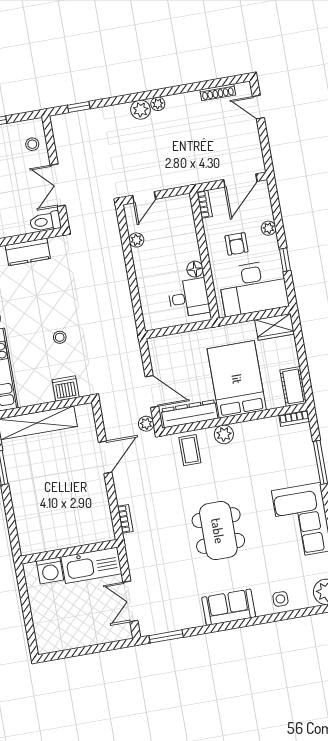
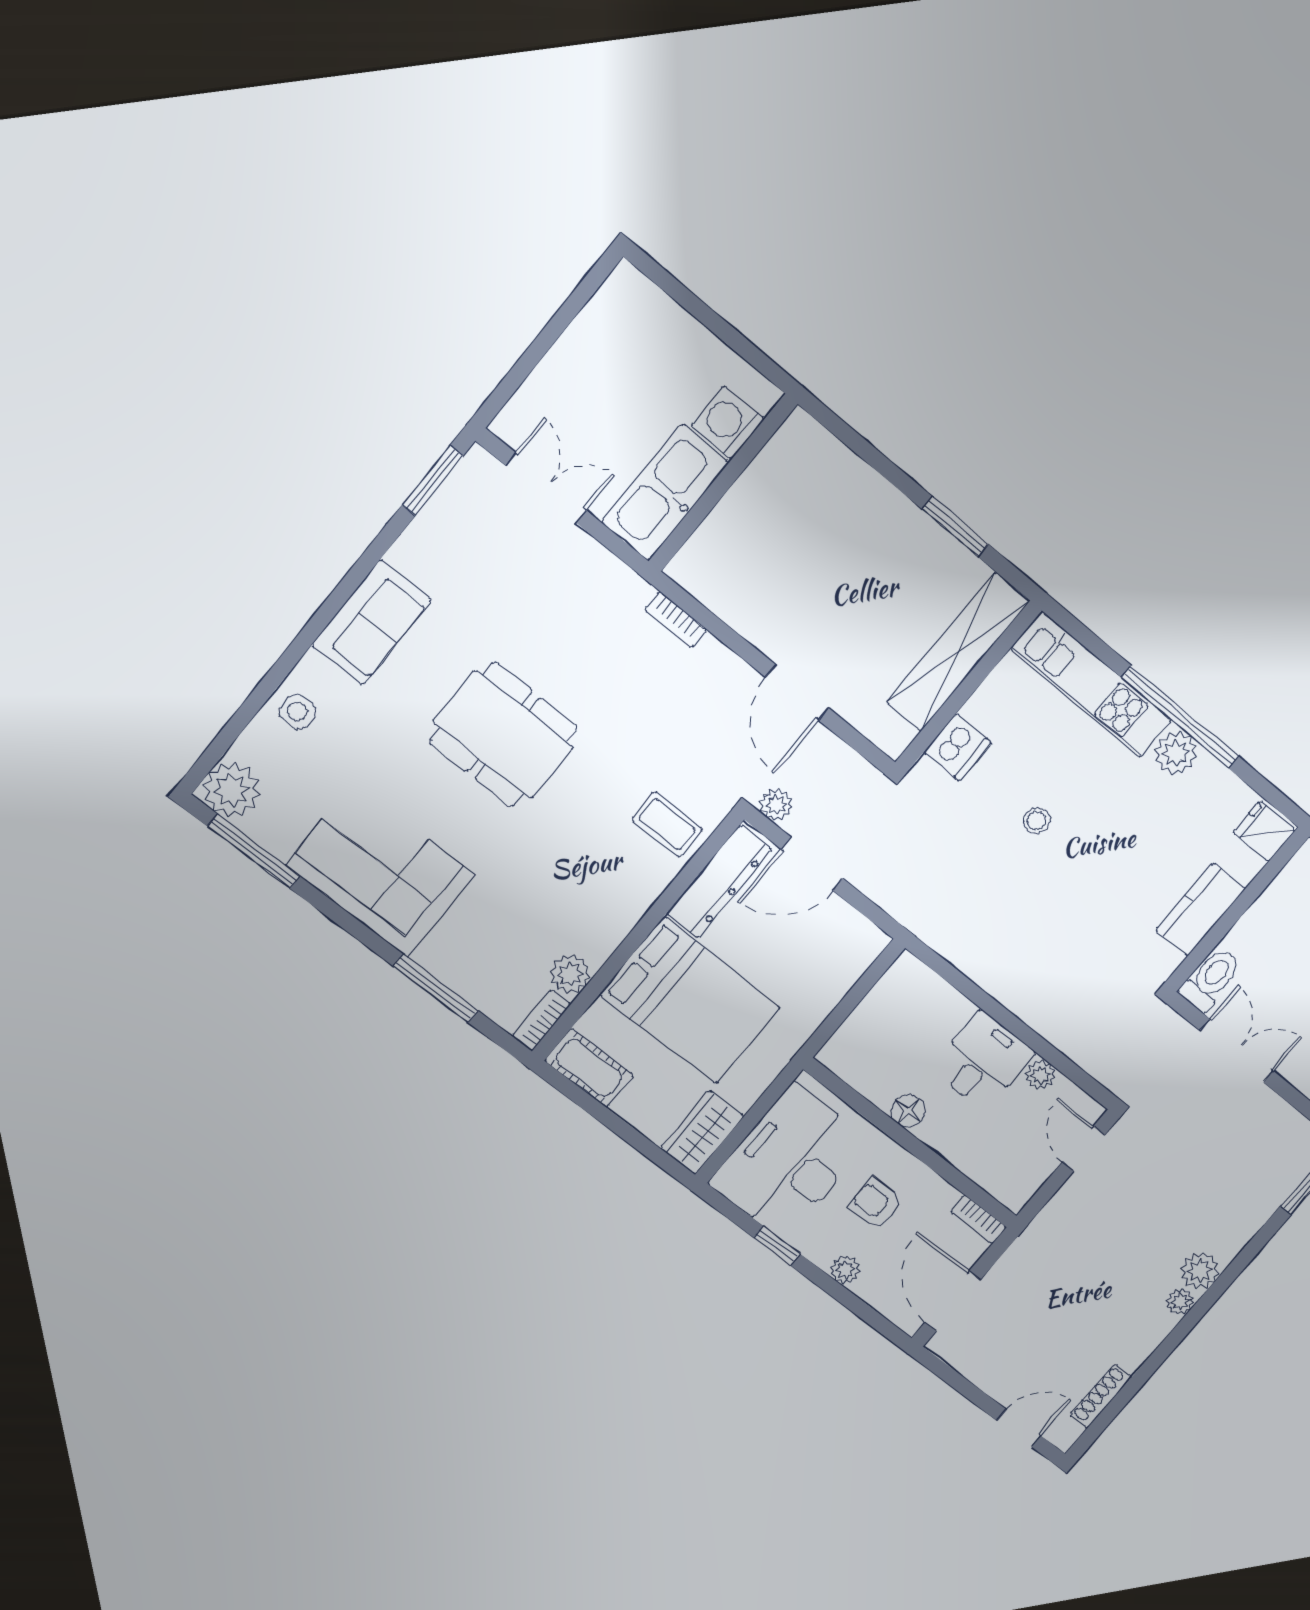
desk: (189, 298) -> (983, 1061), moved, turned 180
plant: (224, 434) -> (570, 974), moved

